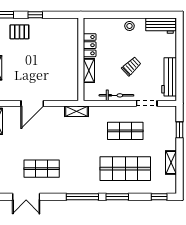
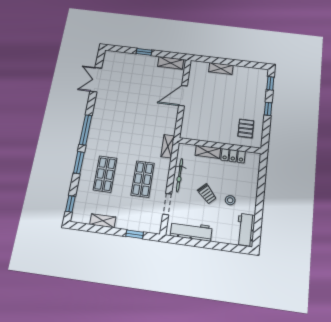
stool: (129, 26) -> (230, 200), moved
pallet: (19, 32) -> (246, 128), moved
door: (32, 103) -> (183, 96), hinge flipped
shelving: (77, 111) -> (168, 146), moved
shop shelf: (42, 169) -> (120, 96), removed
shop shelf: (125, 169) -> (105, 174), width x0.70, depth x0.74

